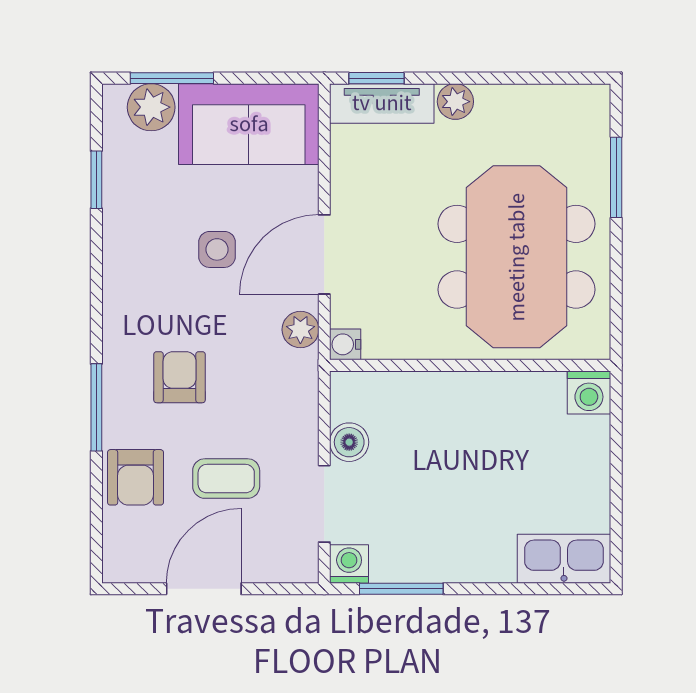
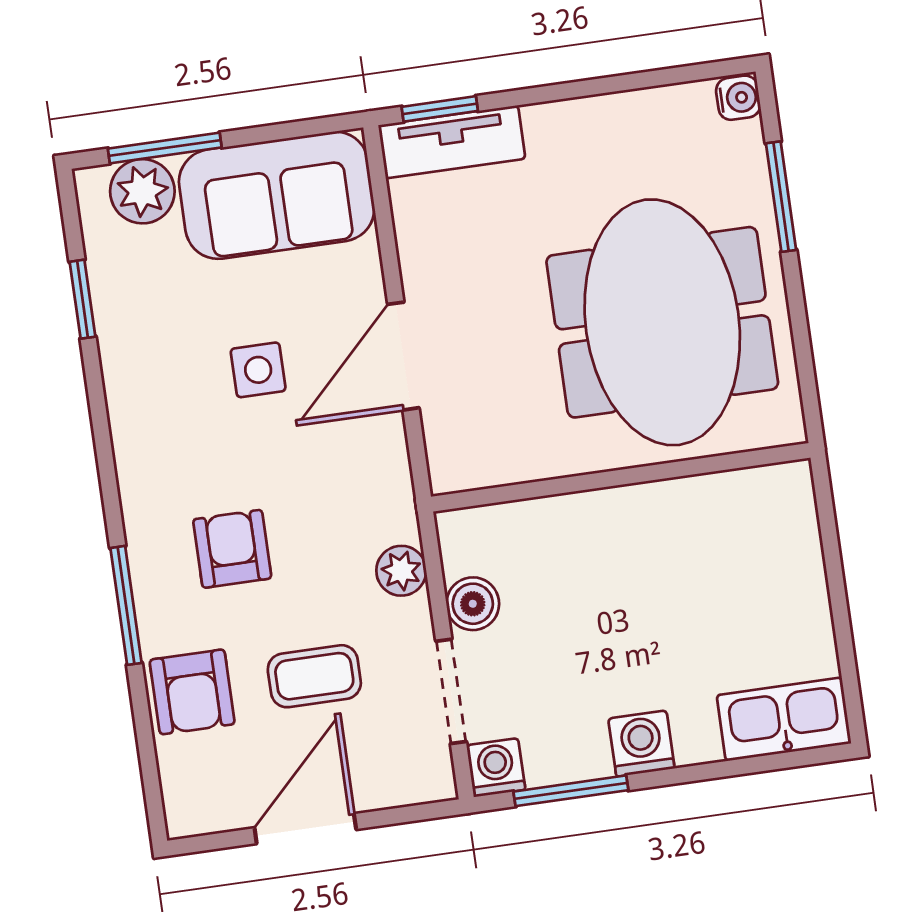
plant: (455, 102) -> (550, 125), removed
plant: (300, 330) -> (401, 571), moved
water cooler: (345, 344) -> (738, 98), moved, turned 180
washing machine: (589, 392) -> (641, 744), moved, turned 180

